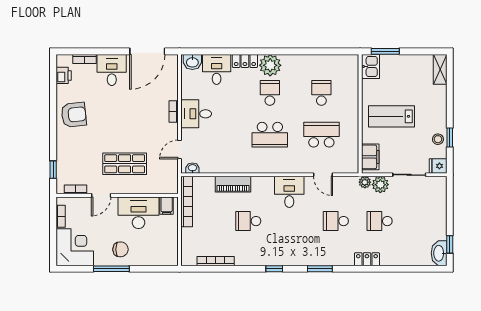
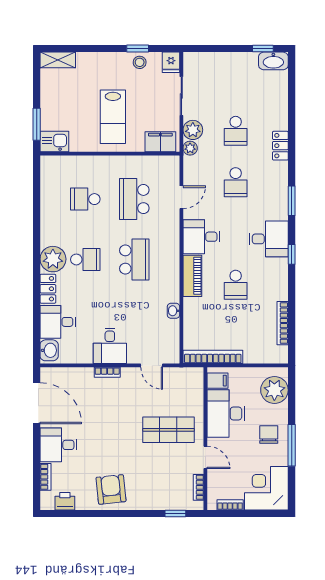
school desk: (270, 93) -> (85, 259), turned 180
shop shelf: (125, 164) -> (168, 430), turned 90
washbasin: (192, 168) -> (173, 311), moved
piano: (233, 184) -> (192, 276), moved
desk: (287, 249) -> (269, 239), added
plant: (159, 254) -> (274, 390), added

